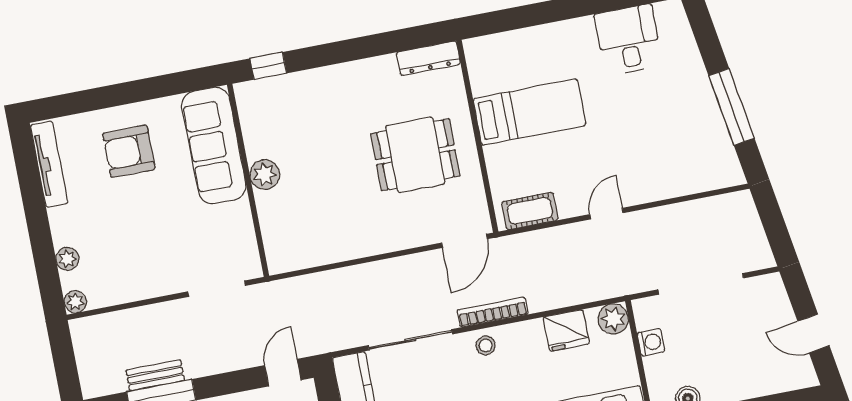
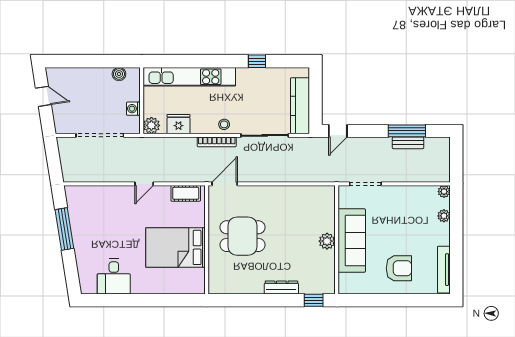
dresser: (428, 58) -> (281, 288), moved
bed: (529, 112) -> (176, 247), width x1.50
sofa: (214, 145) -> (352, 241), moved

